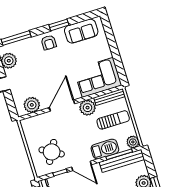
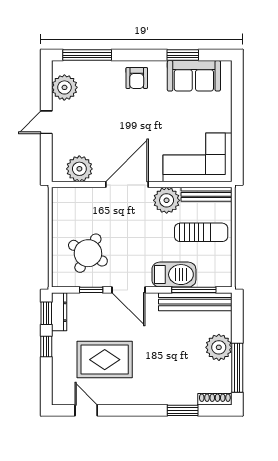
window: (59, 25) -> (183, 55), moved
plant: (133, 142) -> (222, 277), removed

